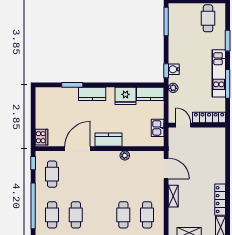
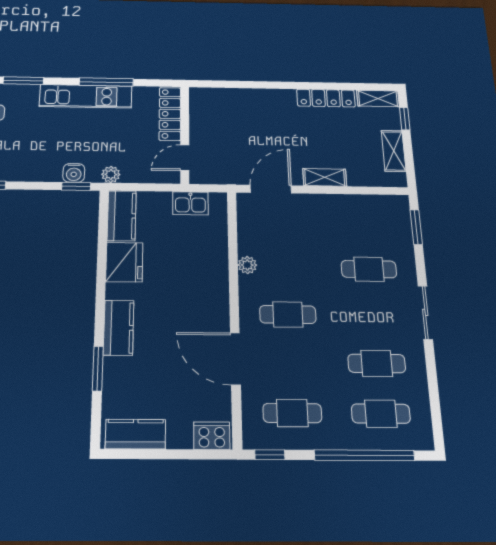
kitchen counter: (108, 140) -> (136, 434), moved, turned 90
cafe table: (147, 215) -> (288, 314), moved

